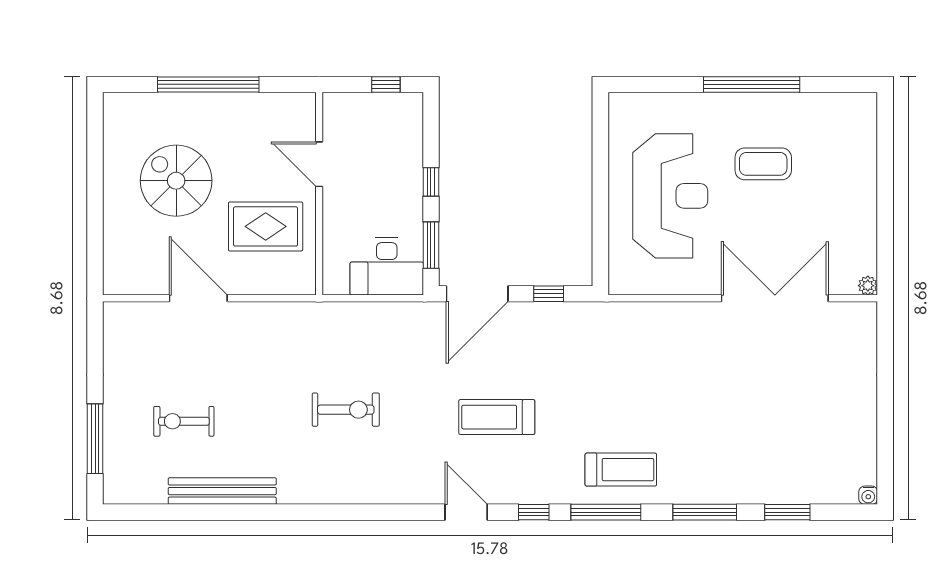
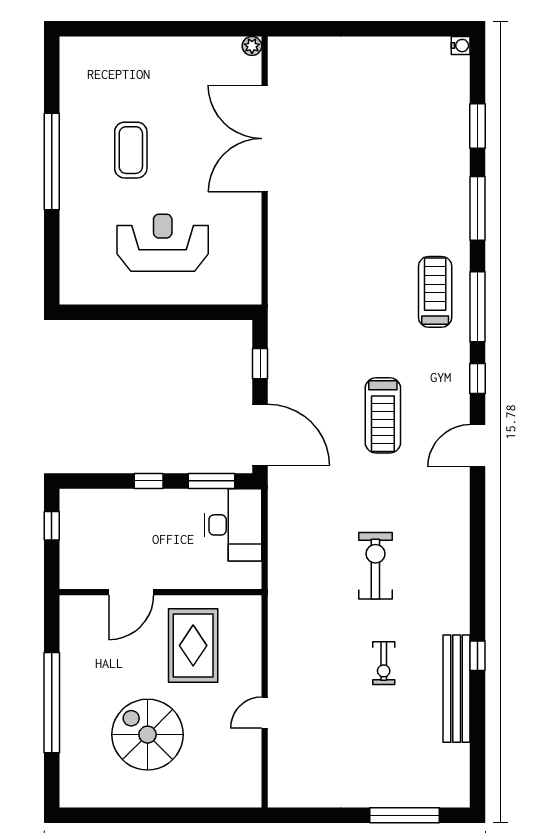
spiral stairs: (176, 181) -> (148, 735), turned 90
reception desk: (670, 196) -> (163, 243), width x0.74, depth x0.77
door: (198, 298) -> (265, 713), width x0.53
exercise bike: (184, 421) -> (384, 663), moved, width x0.73, depth x0.72
window: (255, 512) -> (478, 656), added

